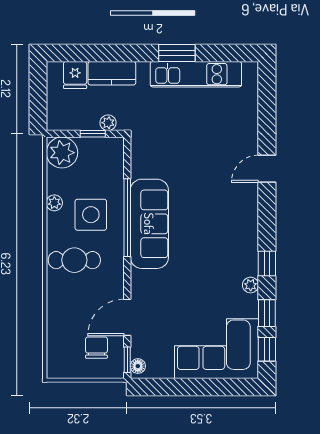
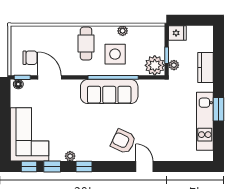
fridge: (75, 75) -> (177, 33), moved, turned 180
plant: (62, 153) -> (155, 65), moved
armchair: (227, 202) -> (123, 141), added

